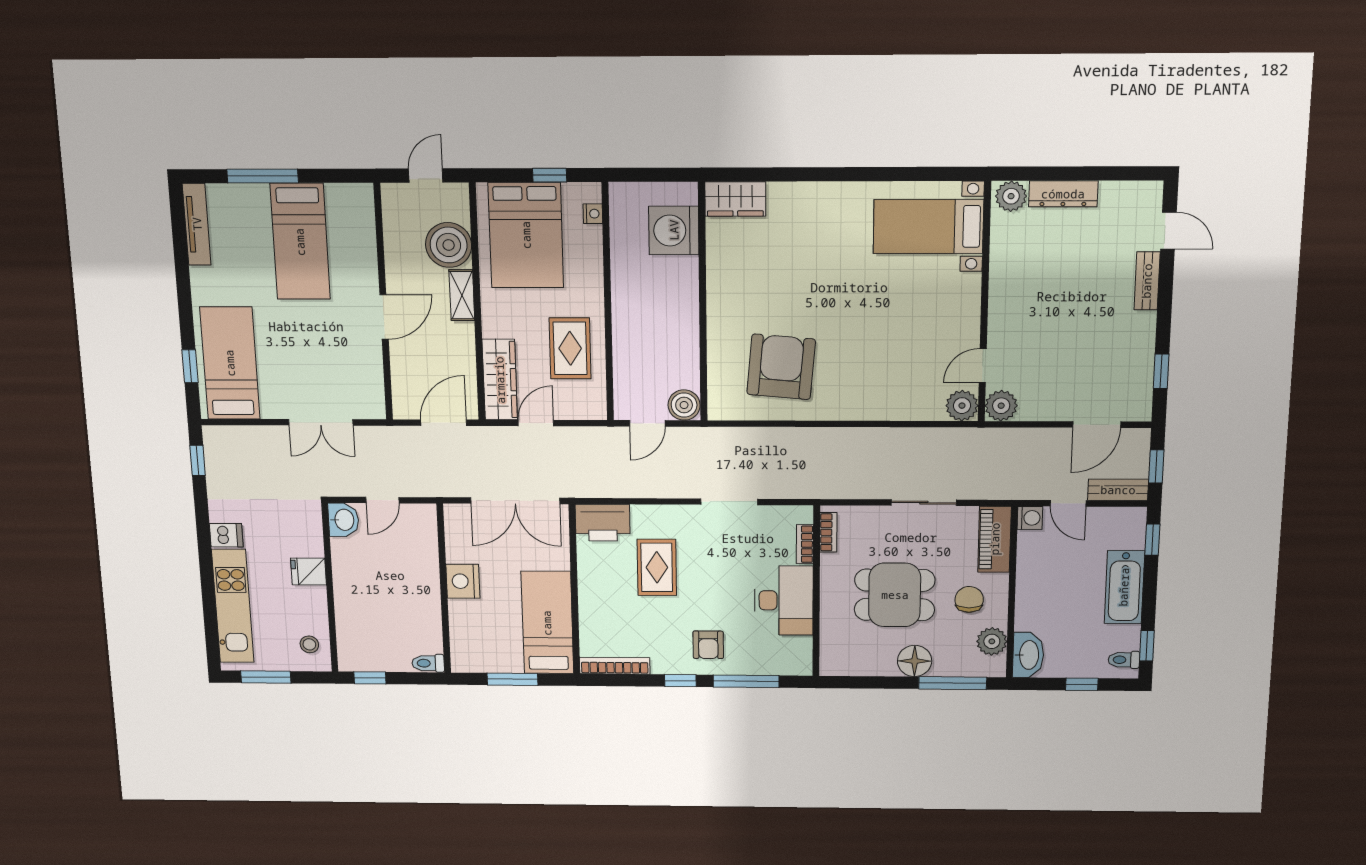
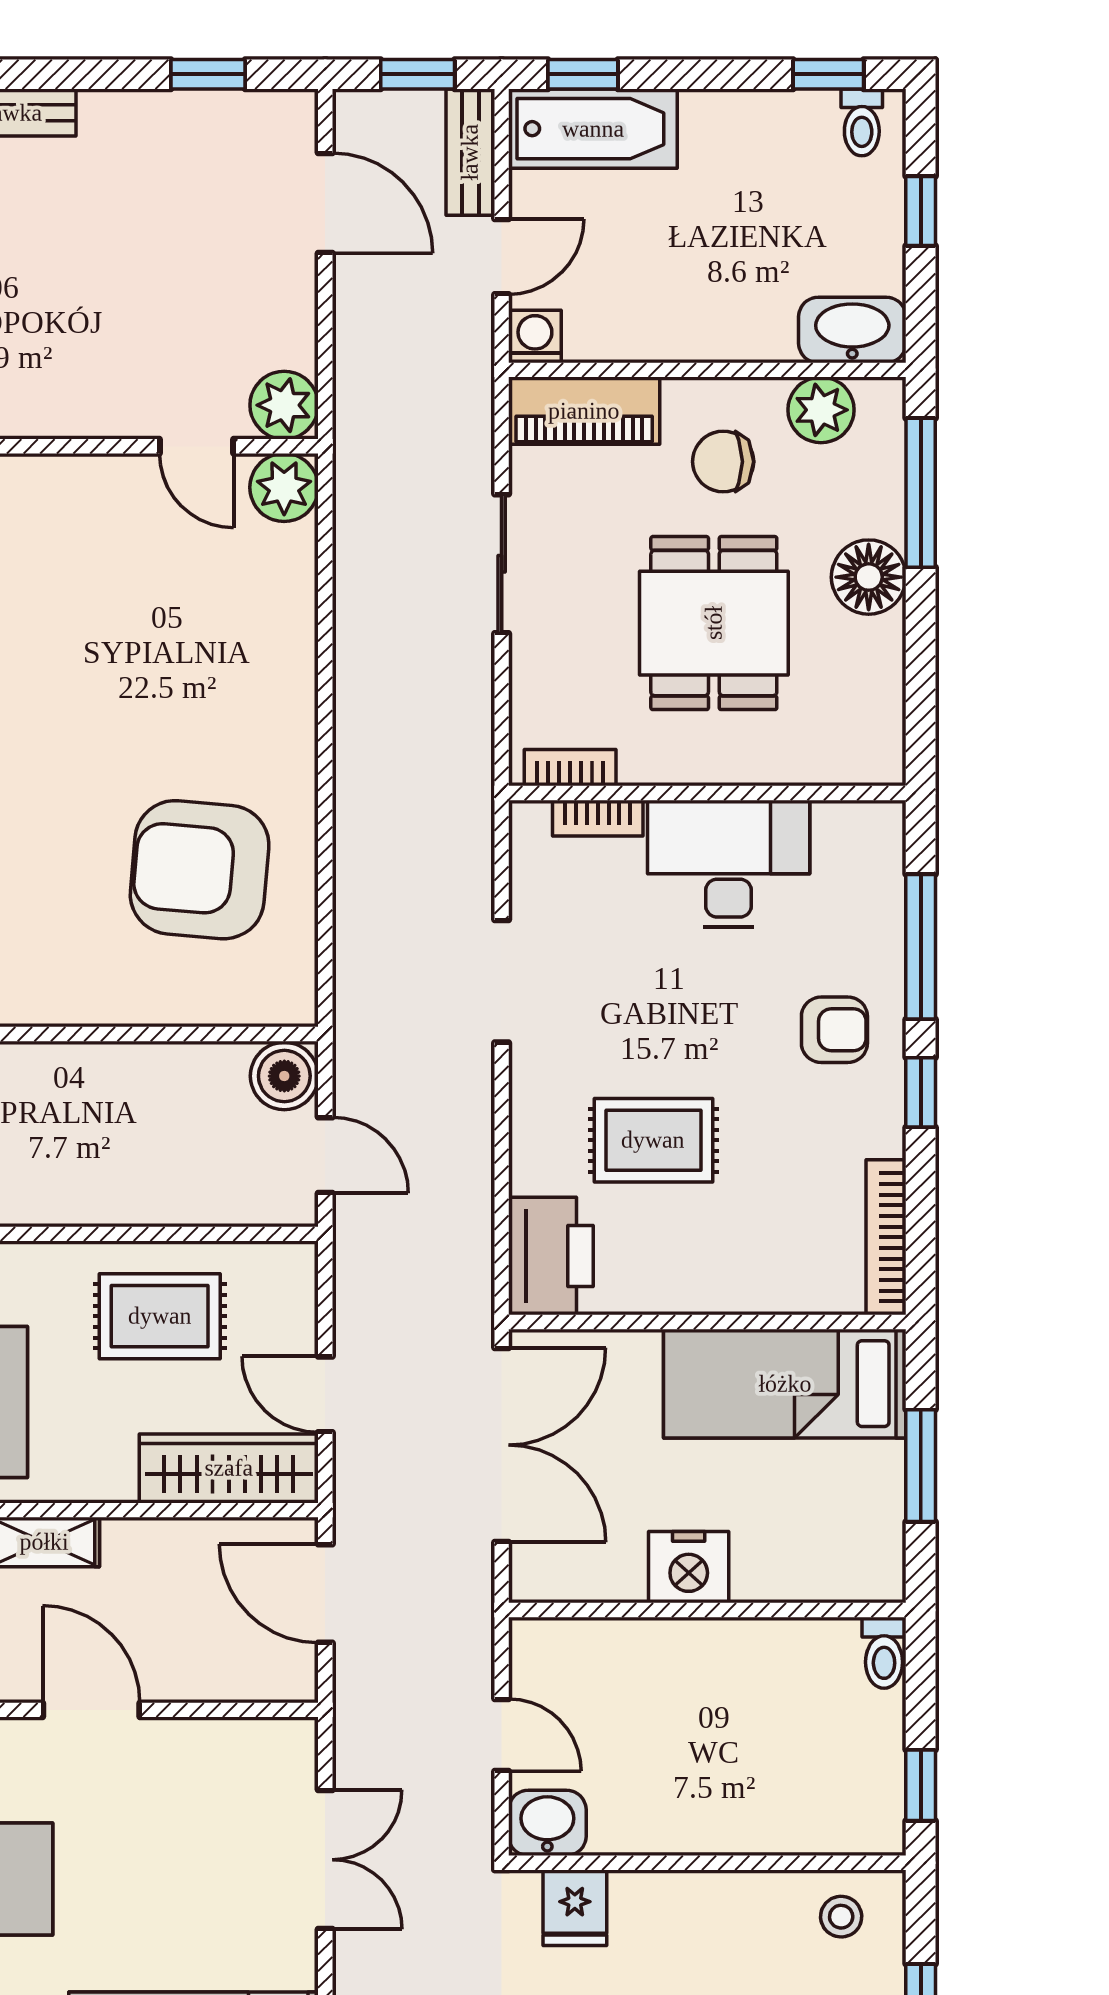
fridge: (309, 572) -> (575, 1908), moved
bathtub: (1124, 587) -> (593, 129), moved

